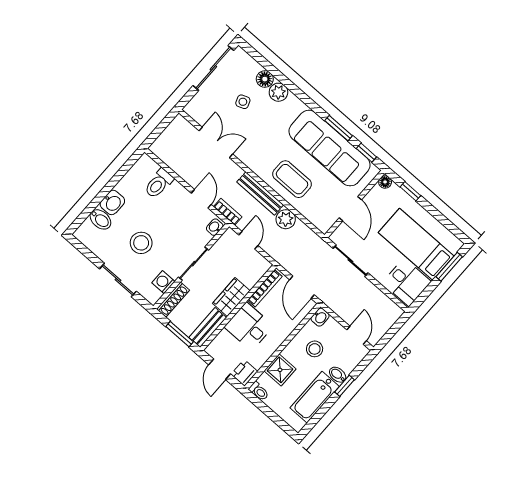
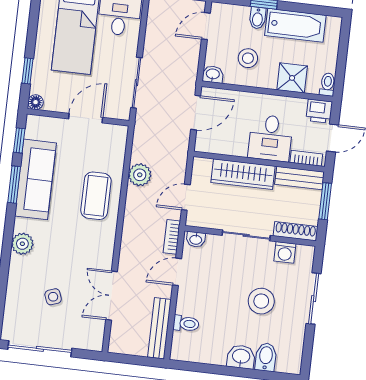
floor lamp: (265, 79) -> (16, 291), removed
plant: (278, 92) -> (22, 244), moved
sofa: (330, 148) -> (35, 179), width x0.74, depth x0.79
toilet: (159, 184) -> (186, 324), width x0.73, depth x0.72
bench: (260, 193) -> (159, 328), moved
bookcase: (265, 288) -> (306, 158), moved, width x0.64
wardrobe: (231, 297) -> (243, 174), width x1.50

